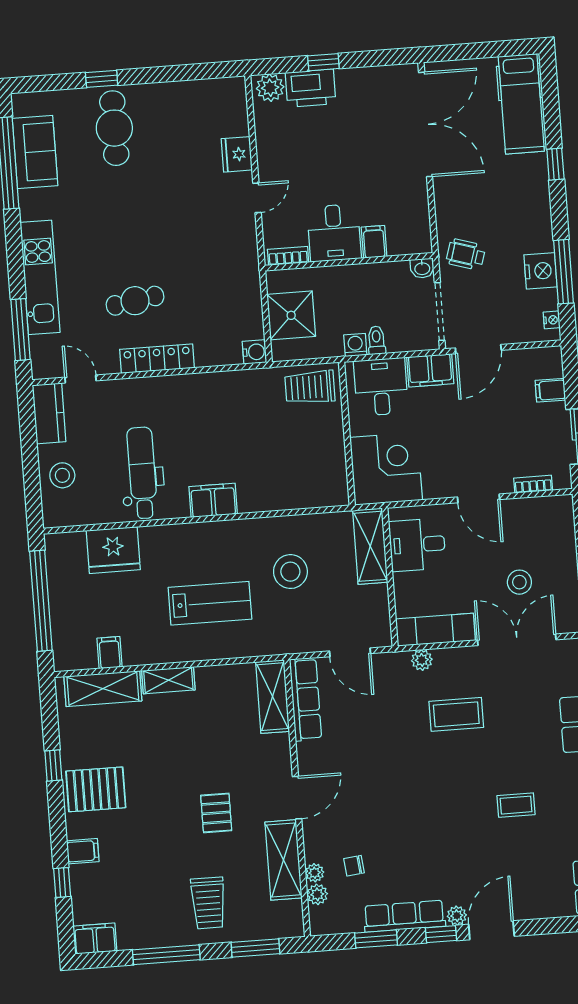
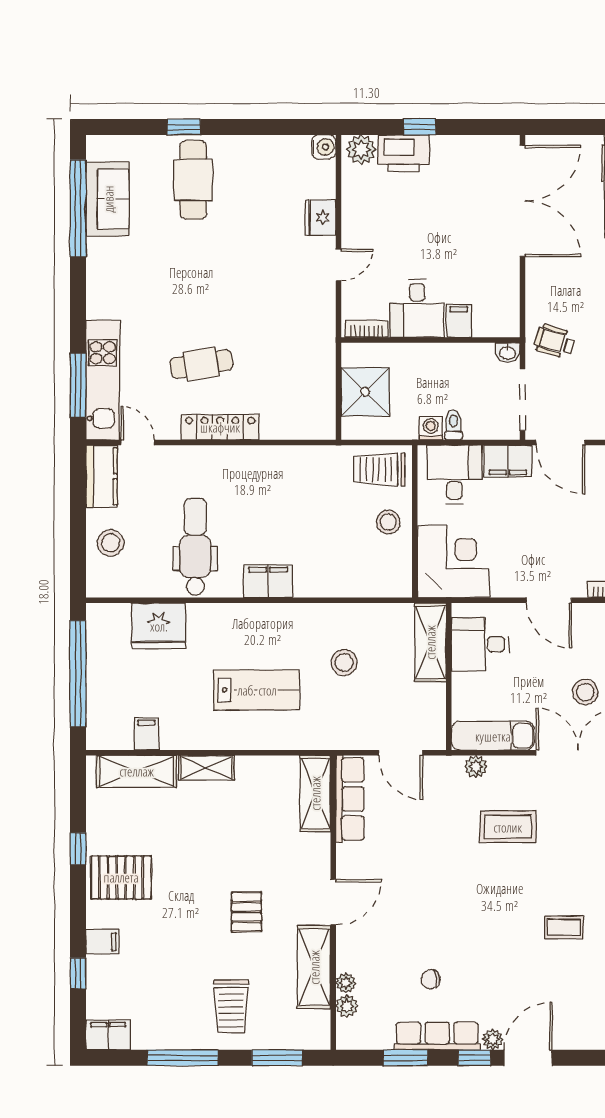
kitchen unit: (40, 277) -> (103, 380), moved
door: (478, 349) -> (560, 442), hinge flipped
water cooler: (255, 352) -> (324, 147), moved
stool: (322, 436) -> (388, 522), added
stool: (290, 572) -> (344, 663), width x0.73, depth x0.73
chair: (354, 866) -> (431, 979), moved

